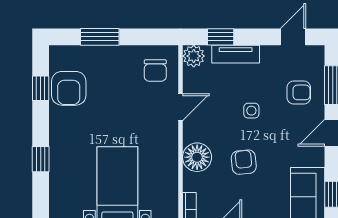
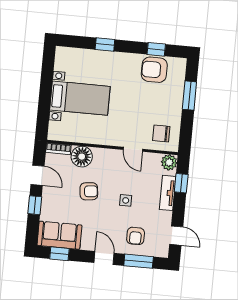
floor lamp: (197, 157) -> (82, 157), moved

